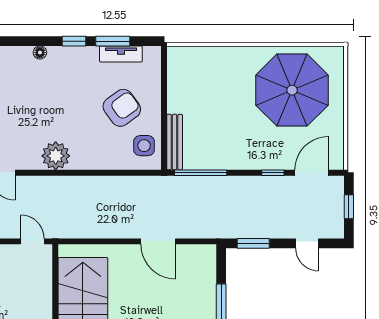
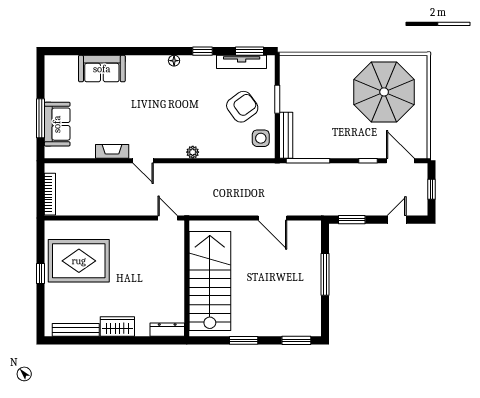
window: (113, 41) -> (249, 51), moved
tv unit: (121, 54) -> (242, 62), width x1.41
window: (164, 99) -> (277, 99), added
plant: (56, 156) -> (193, 152), width x0.53, depth x0.53
door: (312, 173) -> (400, 161), hinge flipped
door: (307, 243) -> (397, 220), swing flipped

